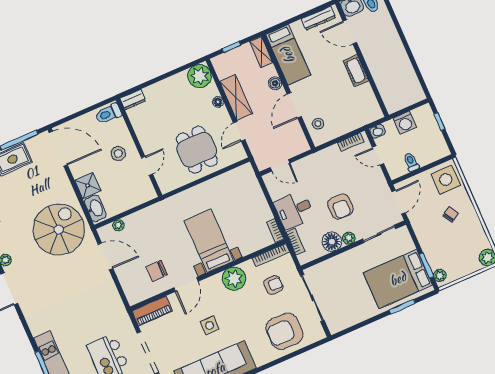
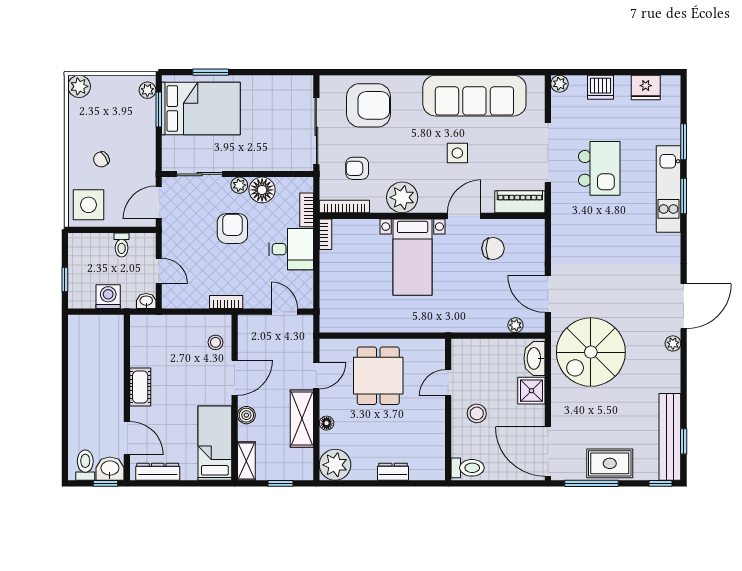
dresser: (133, 100) -> (393, 472), moved
bookcase: (351, 142) -> (226, 302), moved

